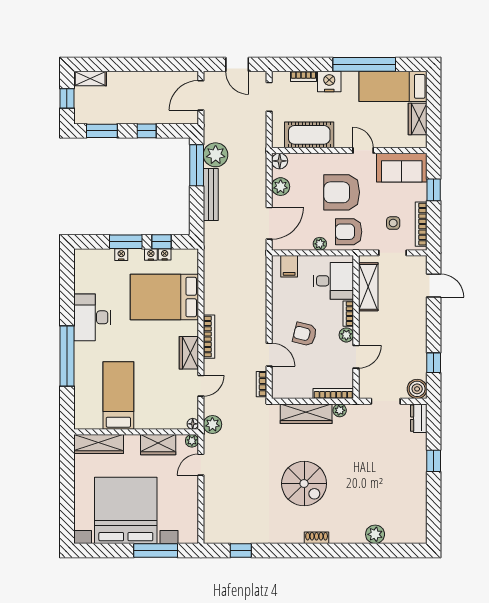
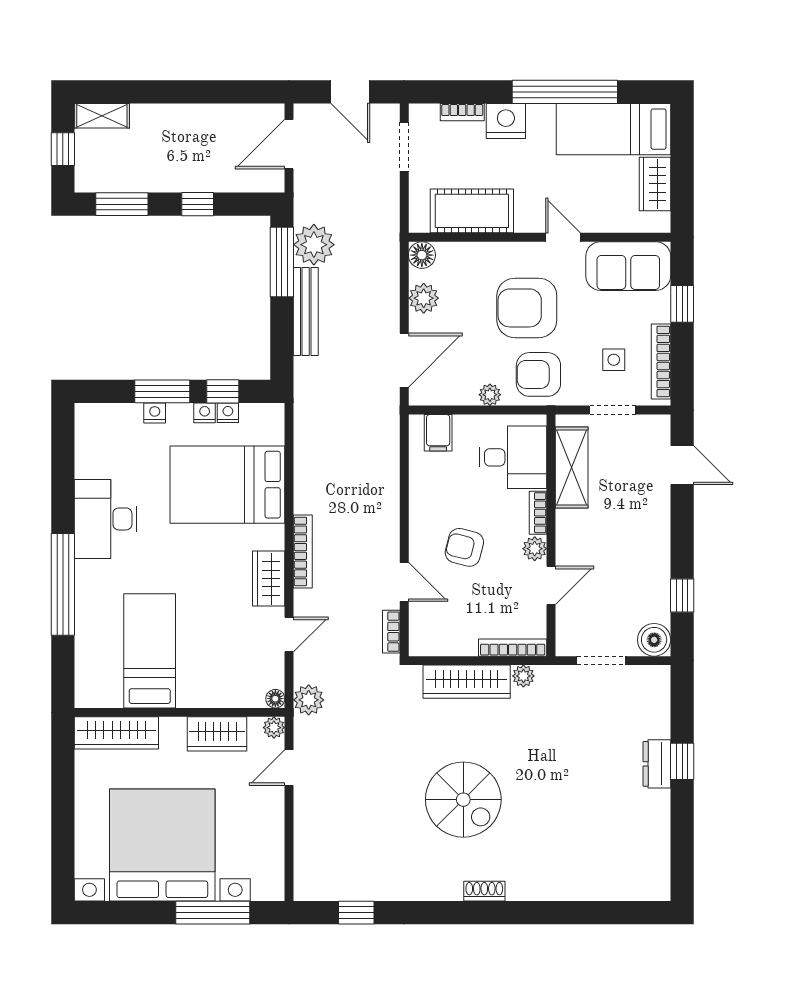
dresser: (419, 418) -> (657, 764), moved
plant: (375, 534) -> (583, 885), removed

